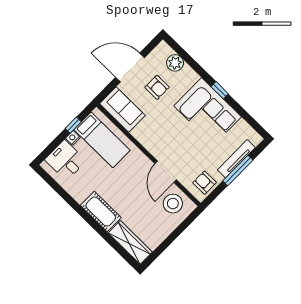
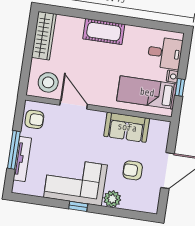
plant: (175, 63) -> (112, 199), moved
sofa: (122, 109) -> (127, 127), moved
wardrobe: (130, 242) -> (44, 36), moved, turned -90

